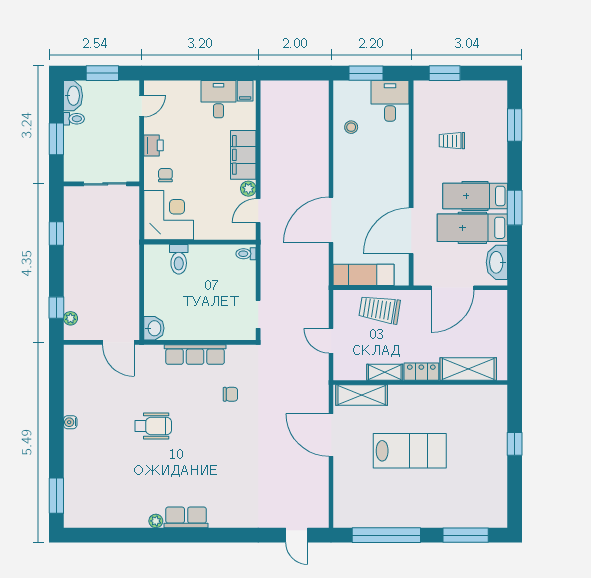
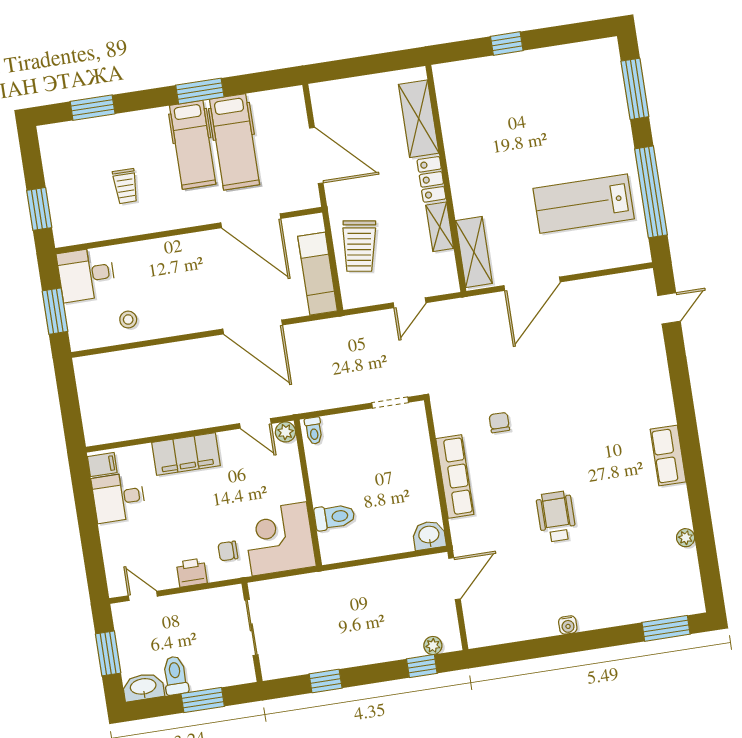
toilet: (74, 119) -> (175, 675), width x1.37, depth x1.39
plant: (248, 189) -> (285, 432), moved
washbasin: (497, 262) -> (274, 103), removed
lab bench: (410, 451) -> (584, 204), moved, turned -90
plant: (156, 521) -> (686, 538), moved

